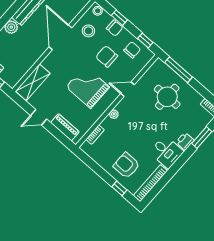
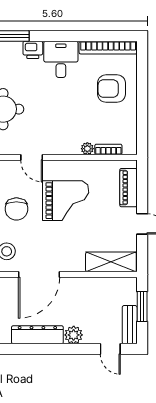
grand piano: (88, 87) -> (66, 201), turned -90
plant: (114, 114) -> (87, 149), moved
armchair: (127, 165) -> (111, 89), turned 90
window: (119, 188) -> (142, 75), removed

